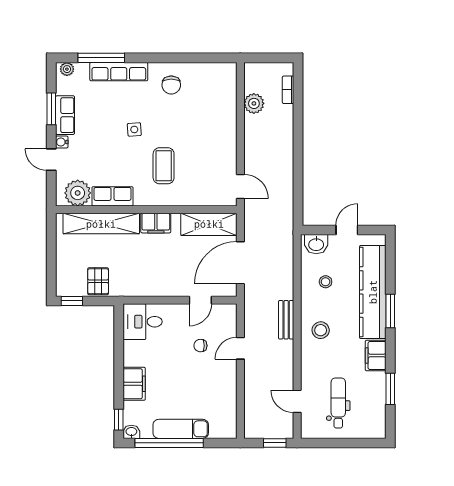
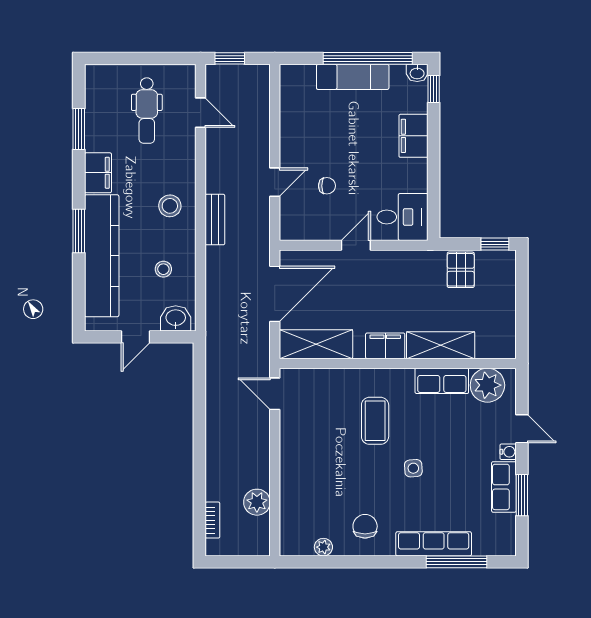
plant: (67, 69) -> (323, 547), moved
shelving: (101, 224) -> (441, 345), width x0.68
door: (200, 300) -> (356, 245), moved

